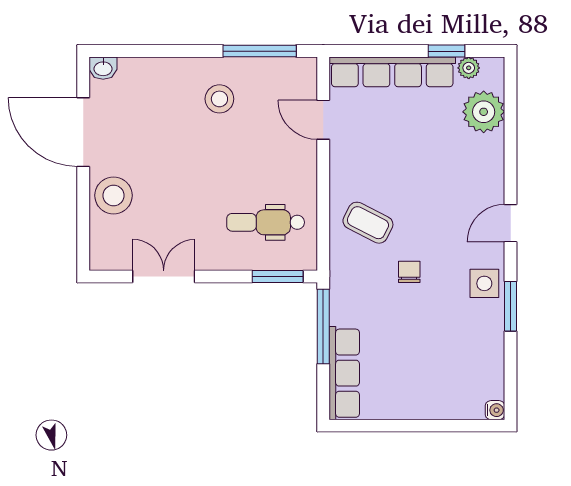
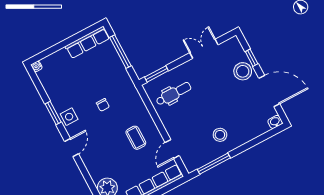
door: (323, 120) -> (172, 149), swing flipped
window: (83, 212) -> (252, 58), added
coffee table: (368, 223) -> (136, 138), moved, turned 63
double door: (164, 276) -> (204, 49), swing flipped
window: (323, 327) -> (120, 52), moved
row of seats: (344, 373) -> (87, 42), moved, turned -90

